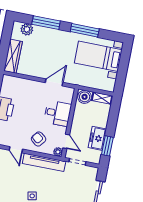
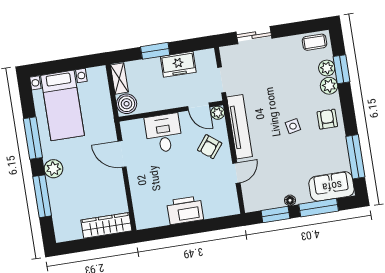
plant: (27, 29) -> (53, 169), moved
door: (66, 141) -> (199, 107), swing flipped
window: (107, 146) -> (155, 51), moved

